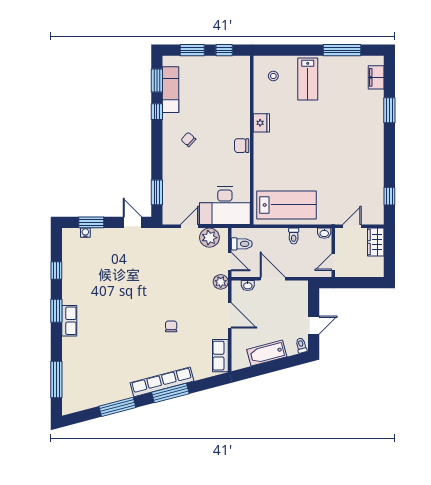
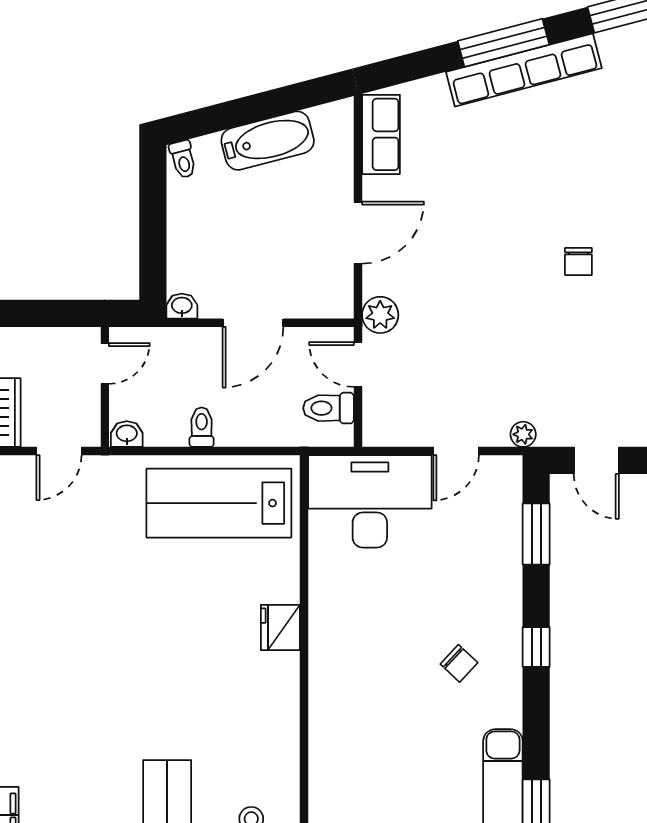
window: (157, 112) -> (536, 647), moved
fridge: (261, 123) -> (280, 628), moved
chair: (242, 146) -> (329, 648), removed
plant: (209, 238) -> (523, 434), moved, width x0.53, depth x0.53
door: (273, 279) -> (253, 323), hinge flipped
washbasin: (248, 285) -> (182, 306), moved
door: (230, 316) -> (358, 233), swing flipped
door: (314, 325) -> (153, 209), removed
chair: (171, 326) -> (578, 261), moved

